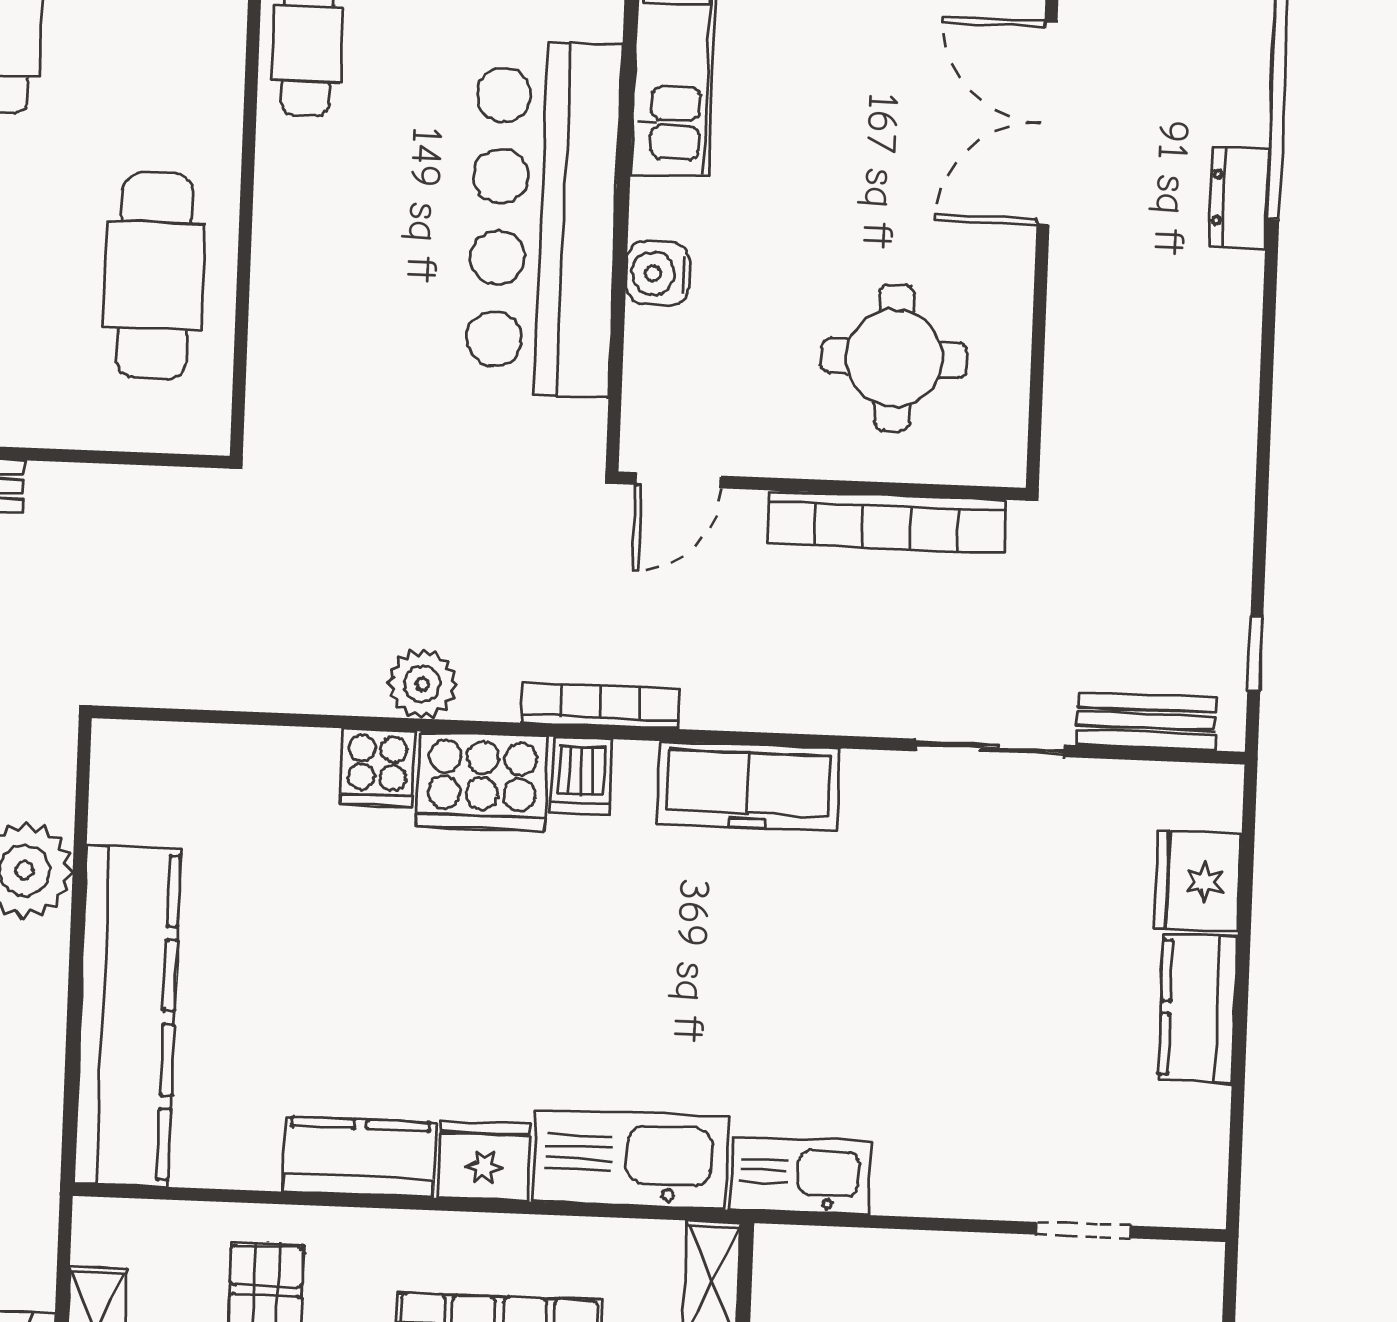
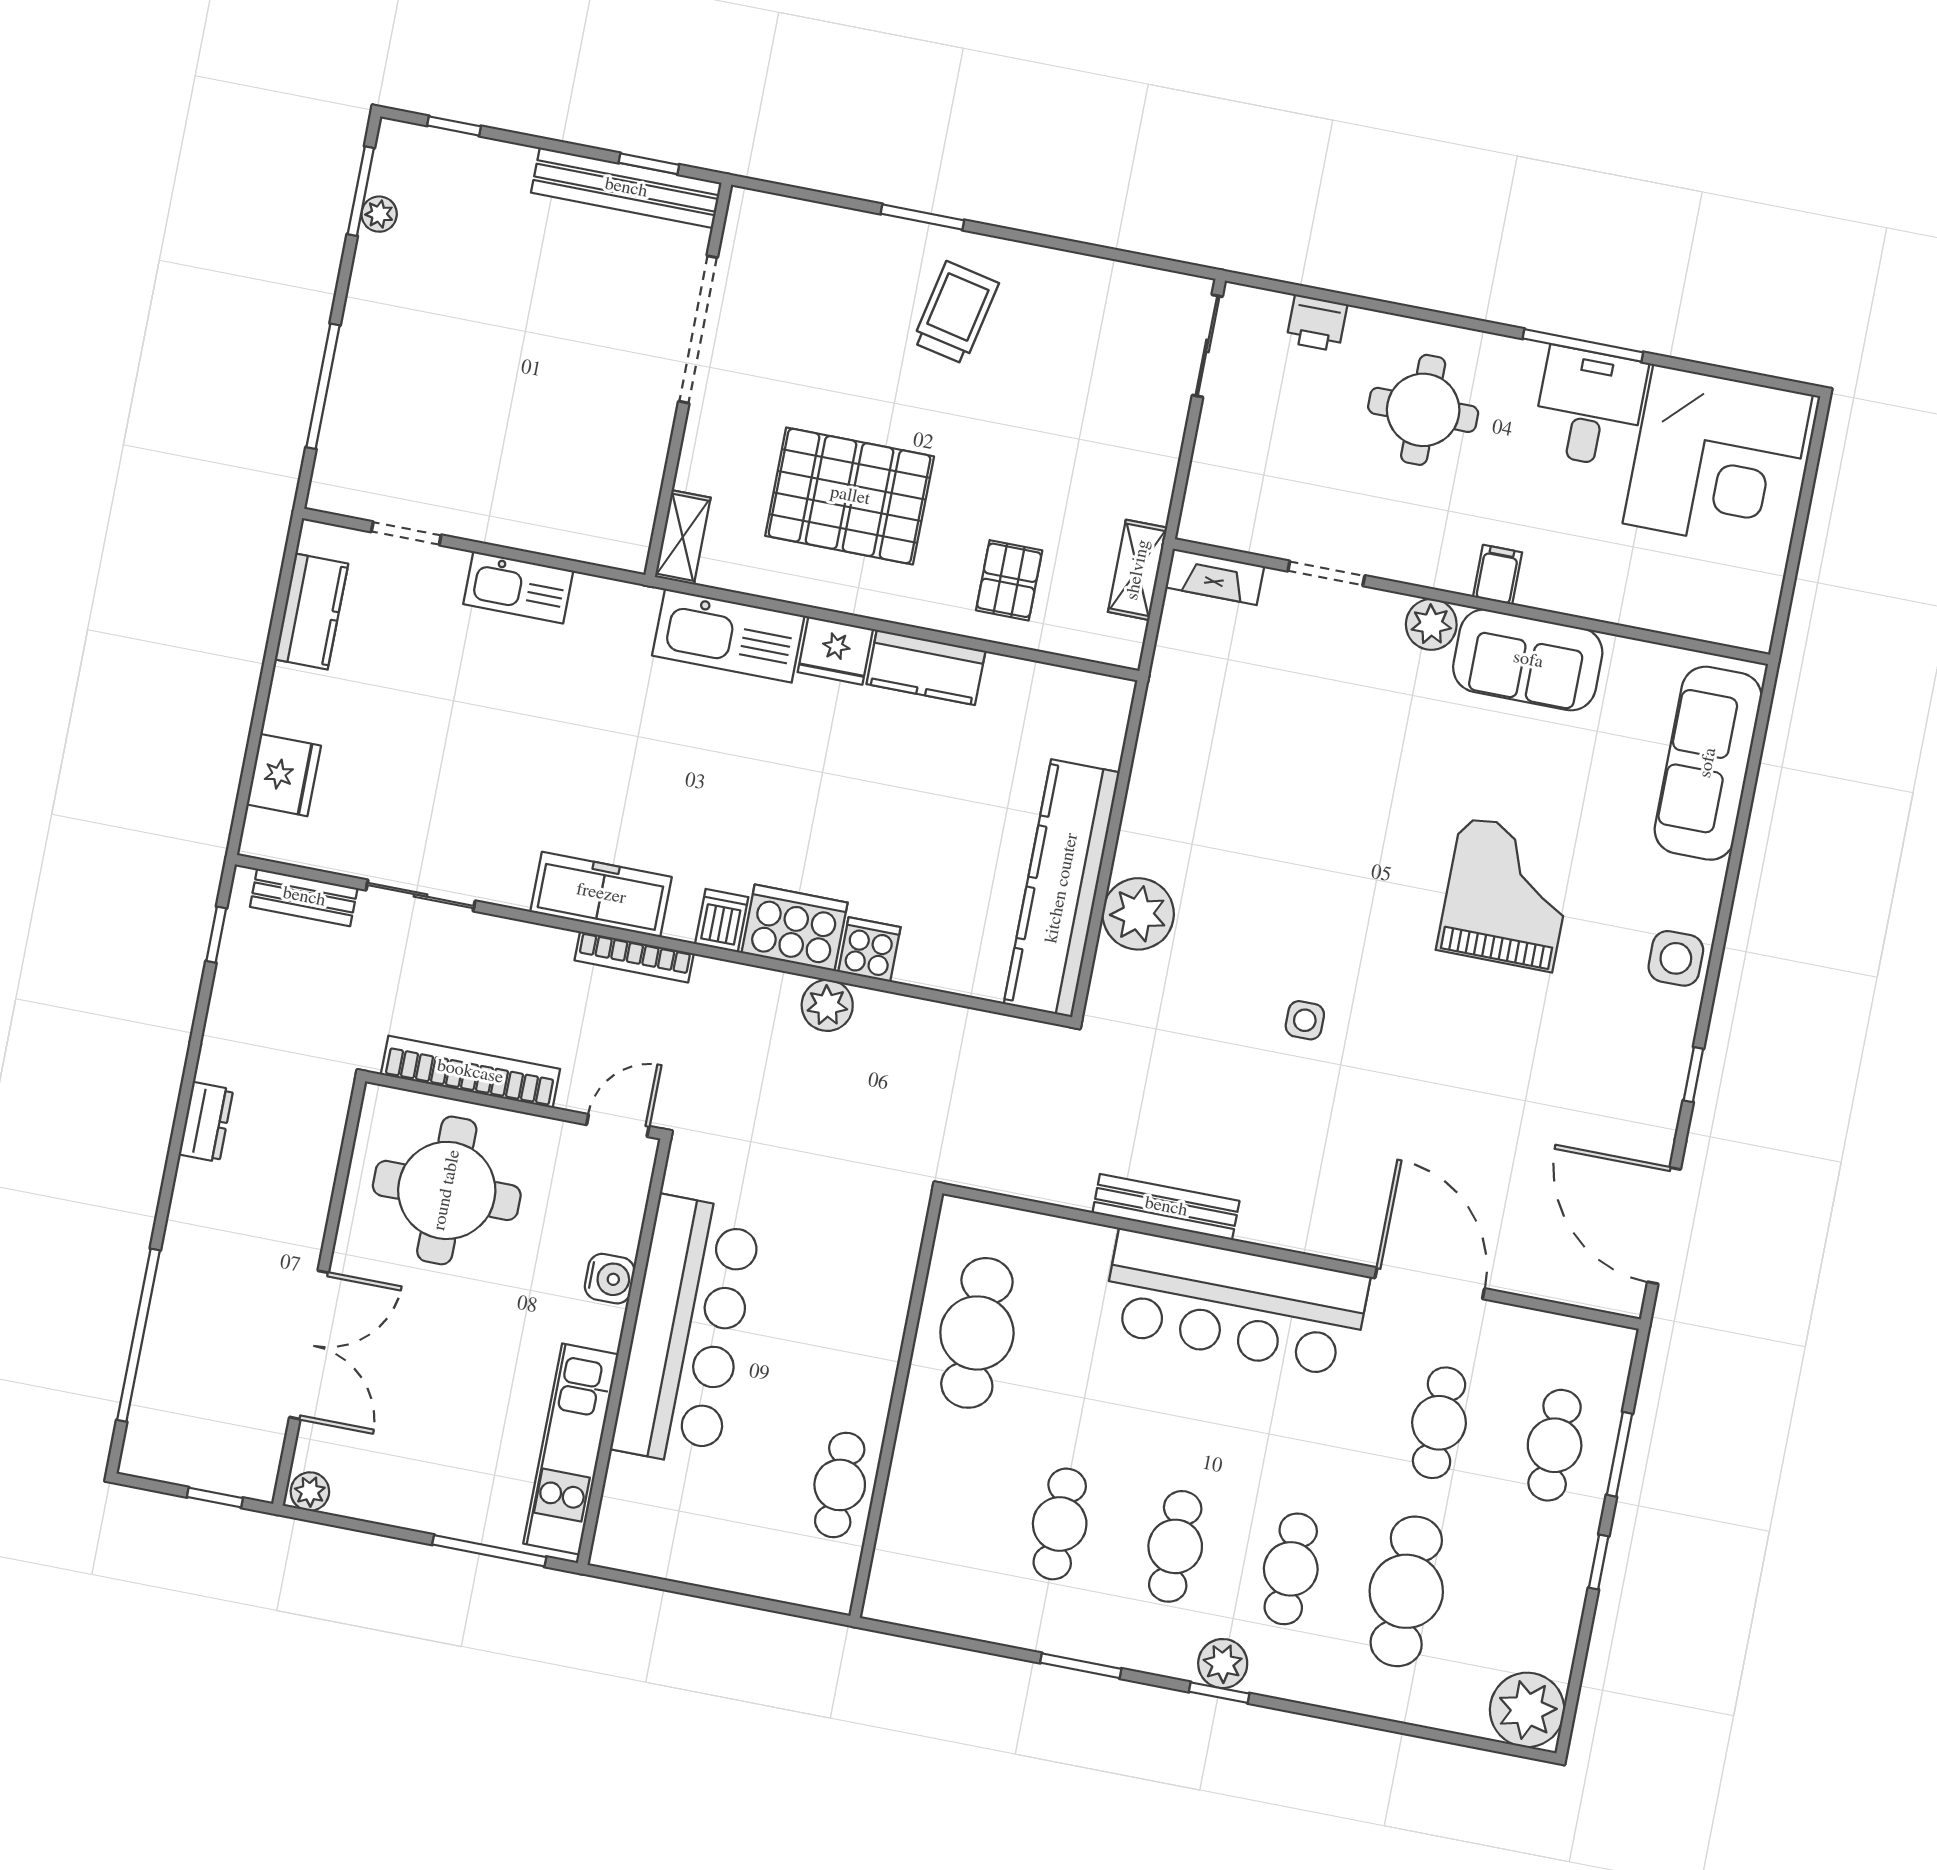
dresser: (1239, 198) -> (206, 1122), moved
round table: (894, 358) -> (447, 1190), width x1.36, depth x1.36
bookcase: (600, 706) -> (634, 957), moved
kitchen counter: (1198, 1008) -> (311, 611), moved
kitchen counter: (127, 1016) -> (1062, 888), moved
kitchen sink: (801, 1176) -> (518, 587), moved

